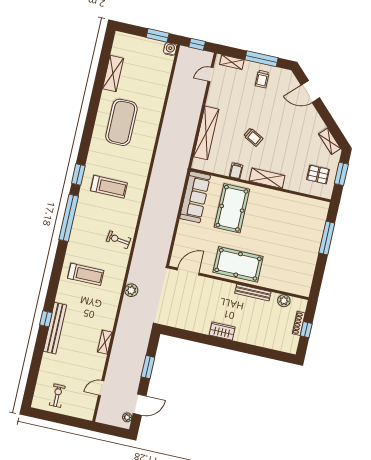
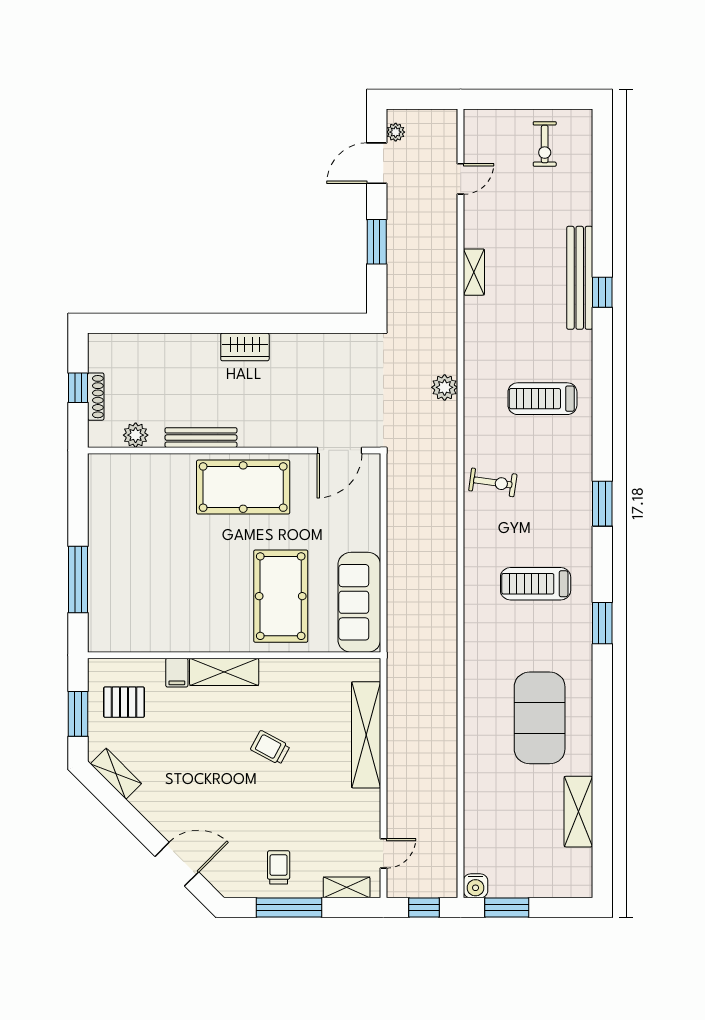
filing cabinet: (236, 171) -> (177, 673), moved
window: (78, 174) -> (602, 623), moved
window: (69, 218) -> (602, 504), width x0.47

